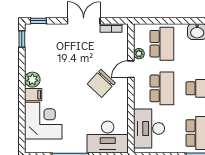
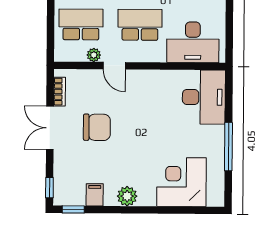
chair: (101, 83) -> (97, 127), moved, turned -43
filing cabinet: (33, 95) -> (95, 195), moved

